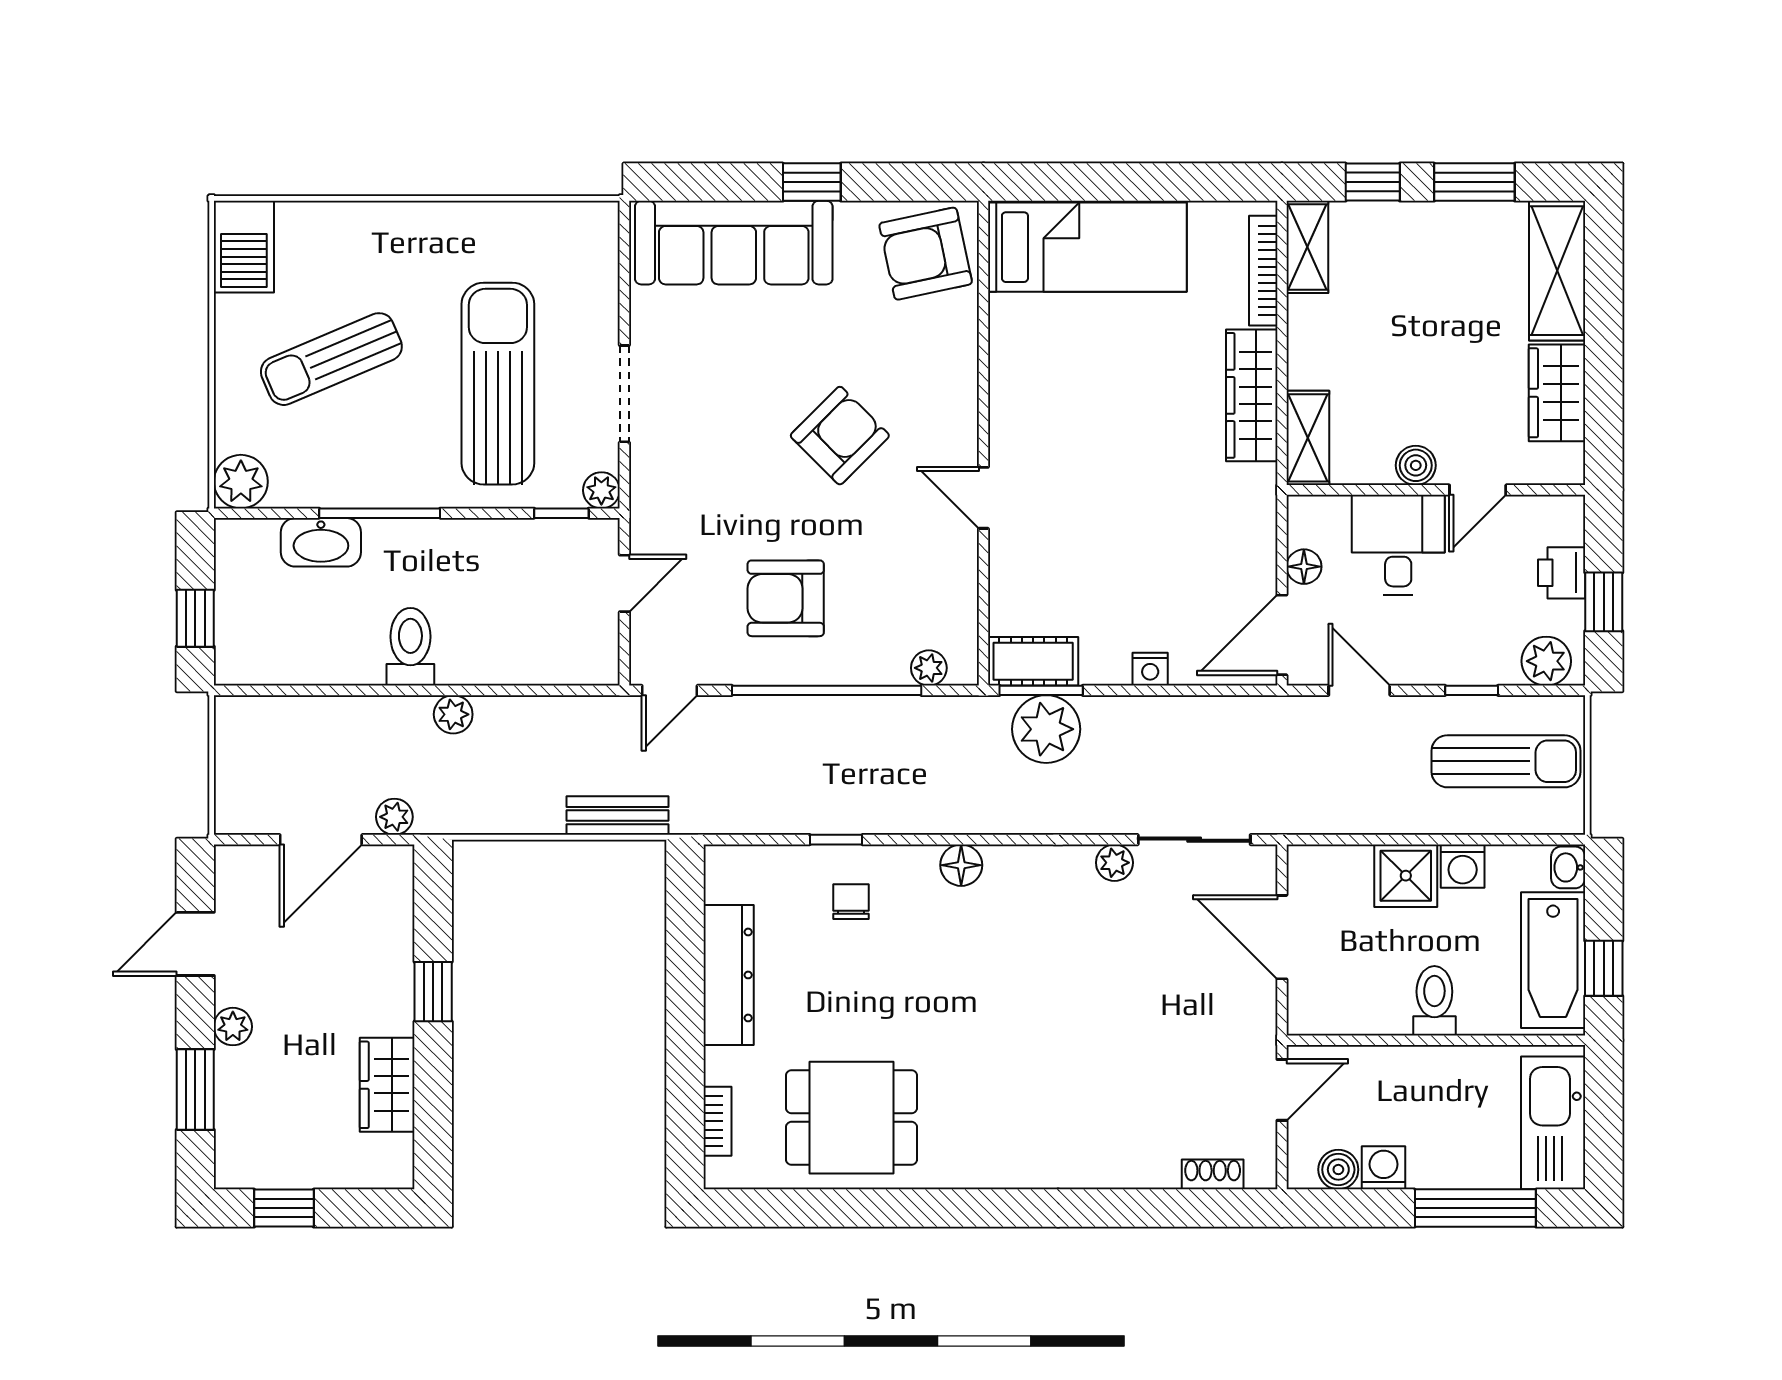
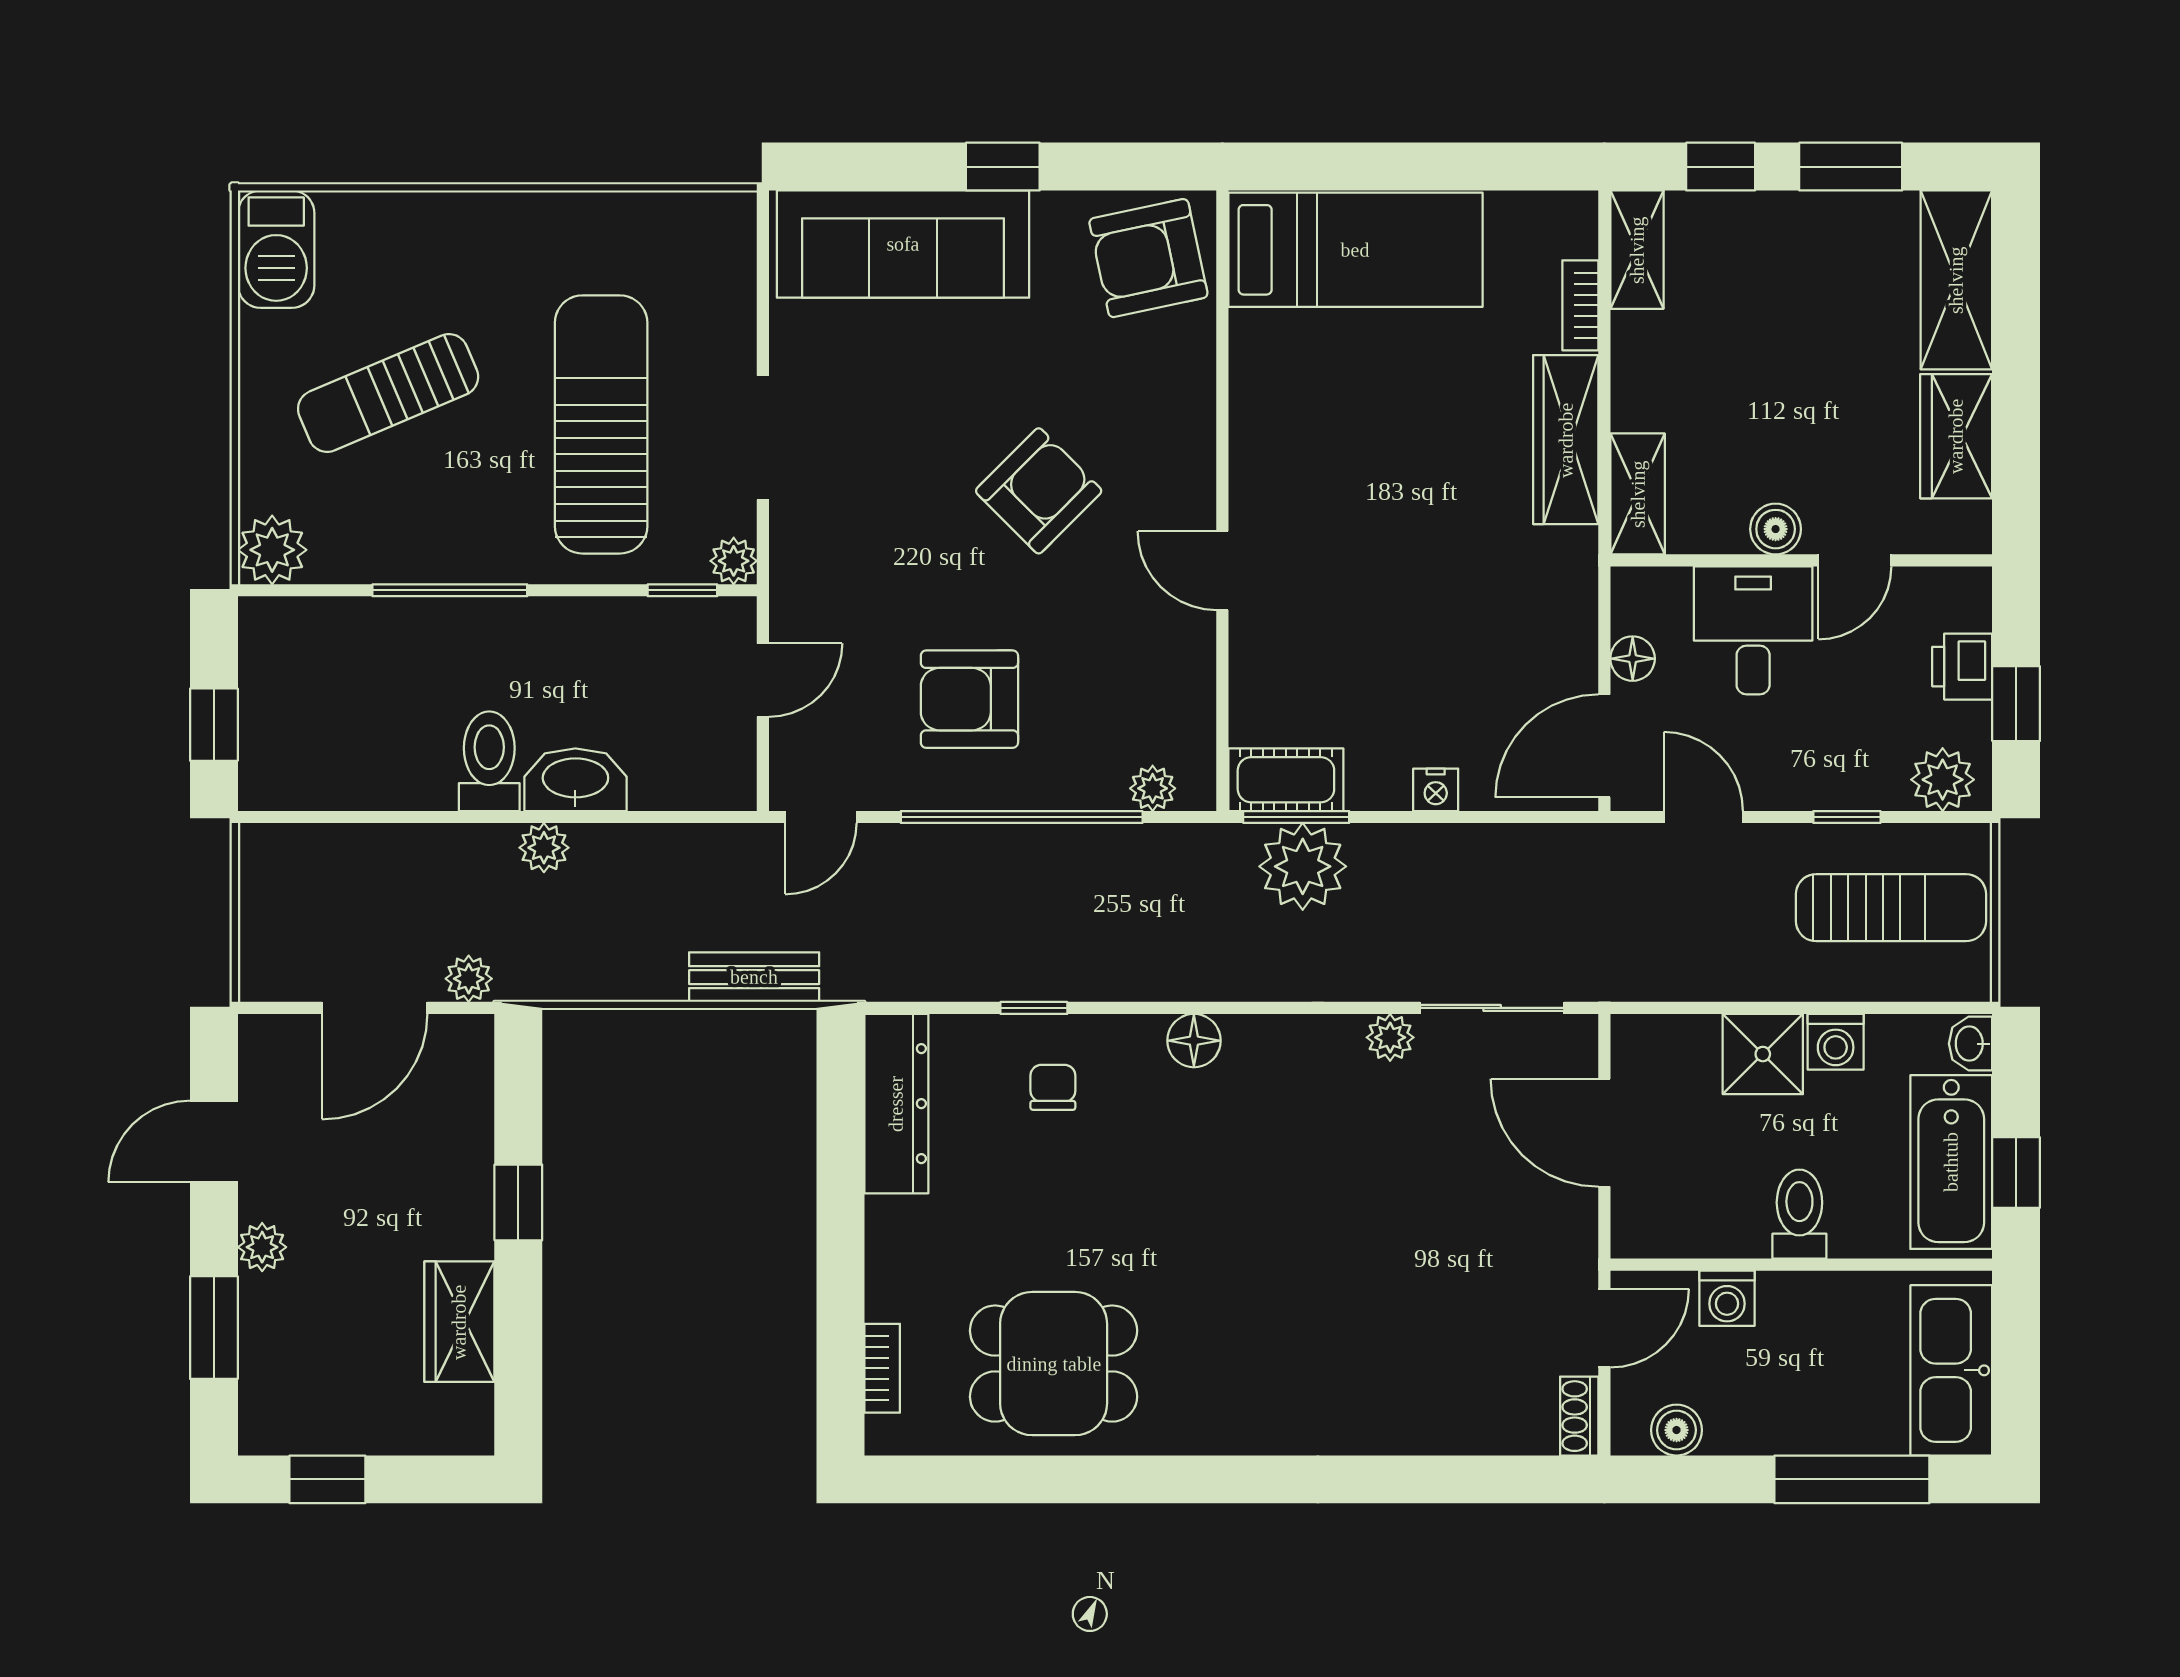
bookcase: (1263, 271) -> (1580, 305), width x0.64
washbasin: (321, 542) -> (575, 780), moved, turned 180
dresser: (729, 975) -> (896, 1104), moved
washing machine: (1384, 1168) -> (1727, 1298), moved, turned 180
shoe rack: (1213, 1174) -> (1579, 1416), moved, turned -90

